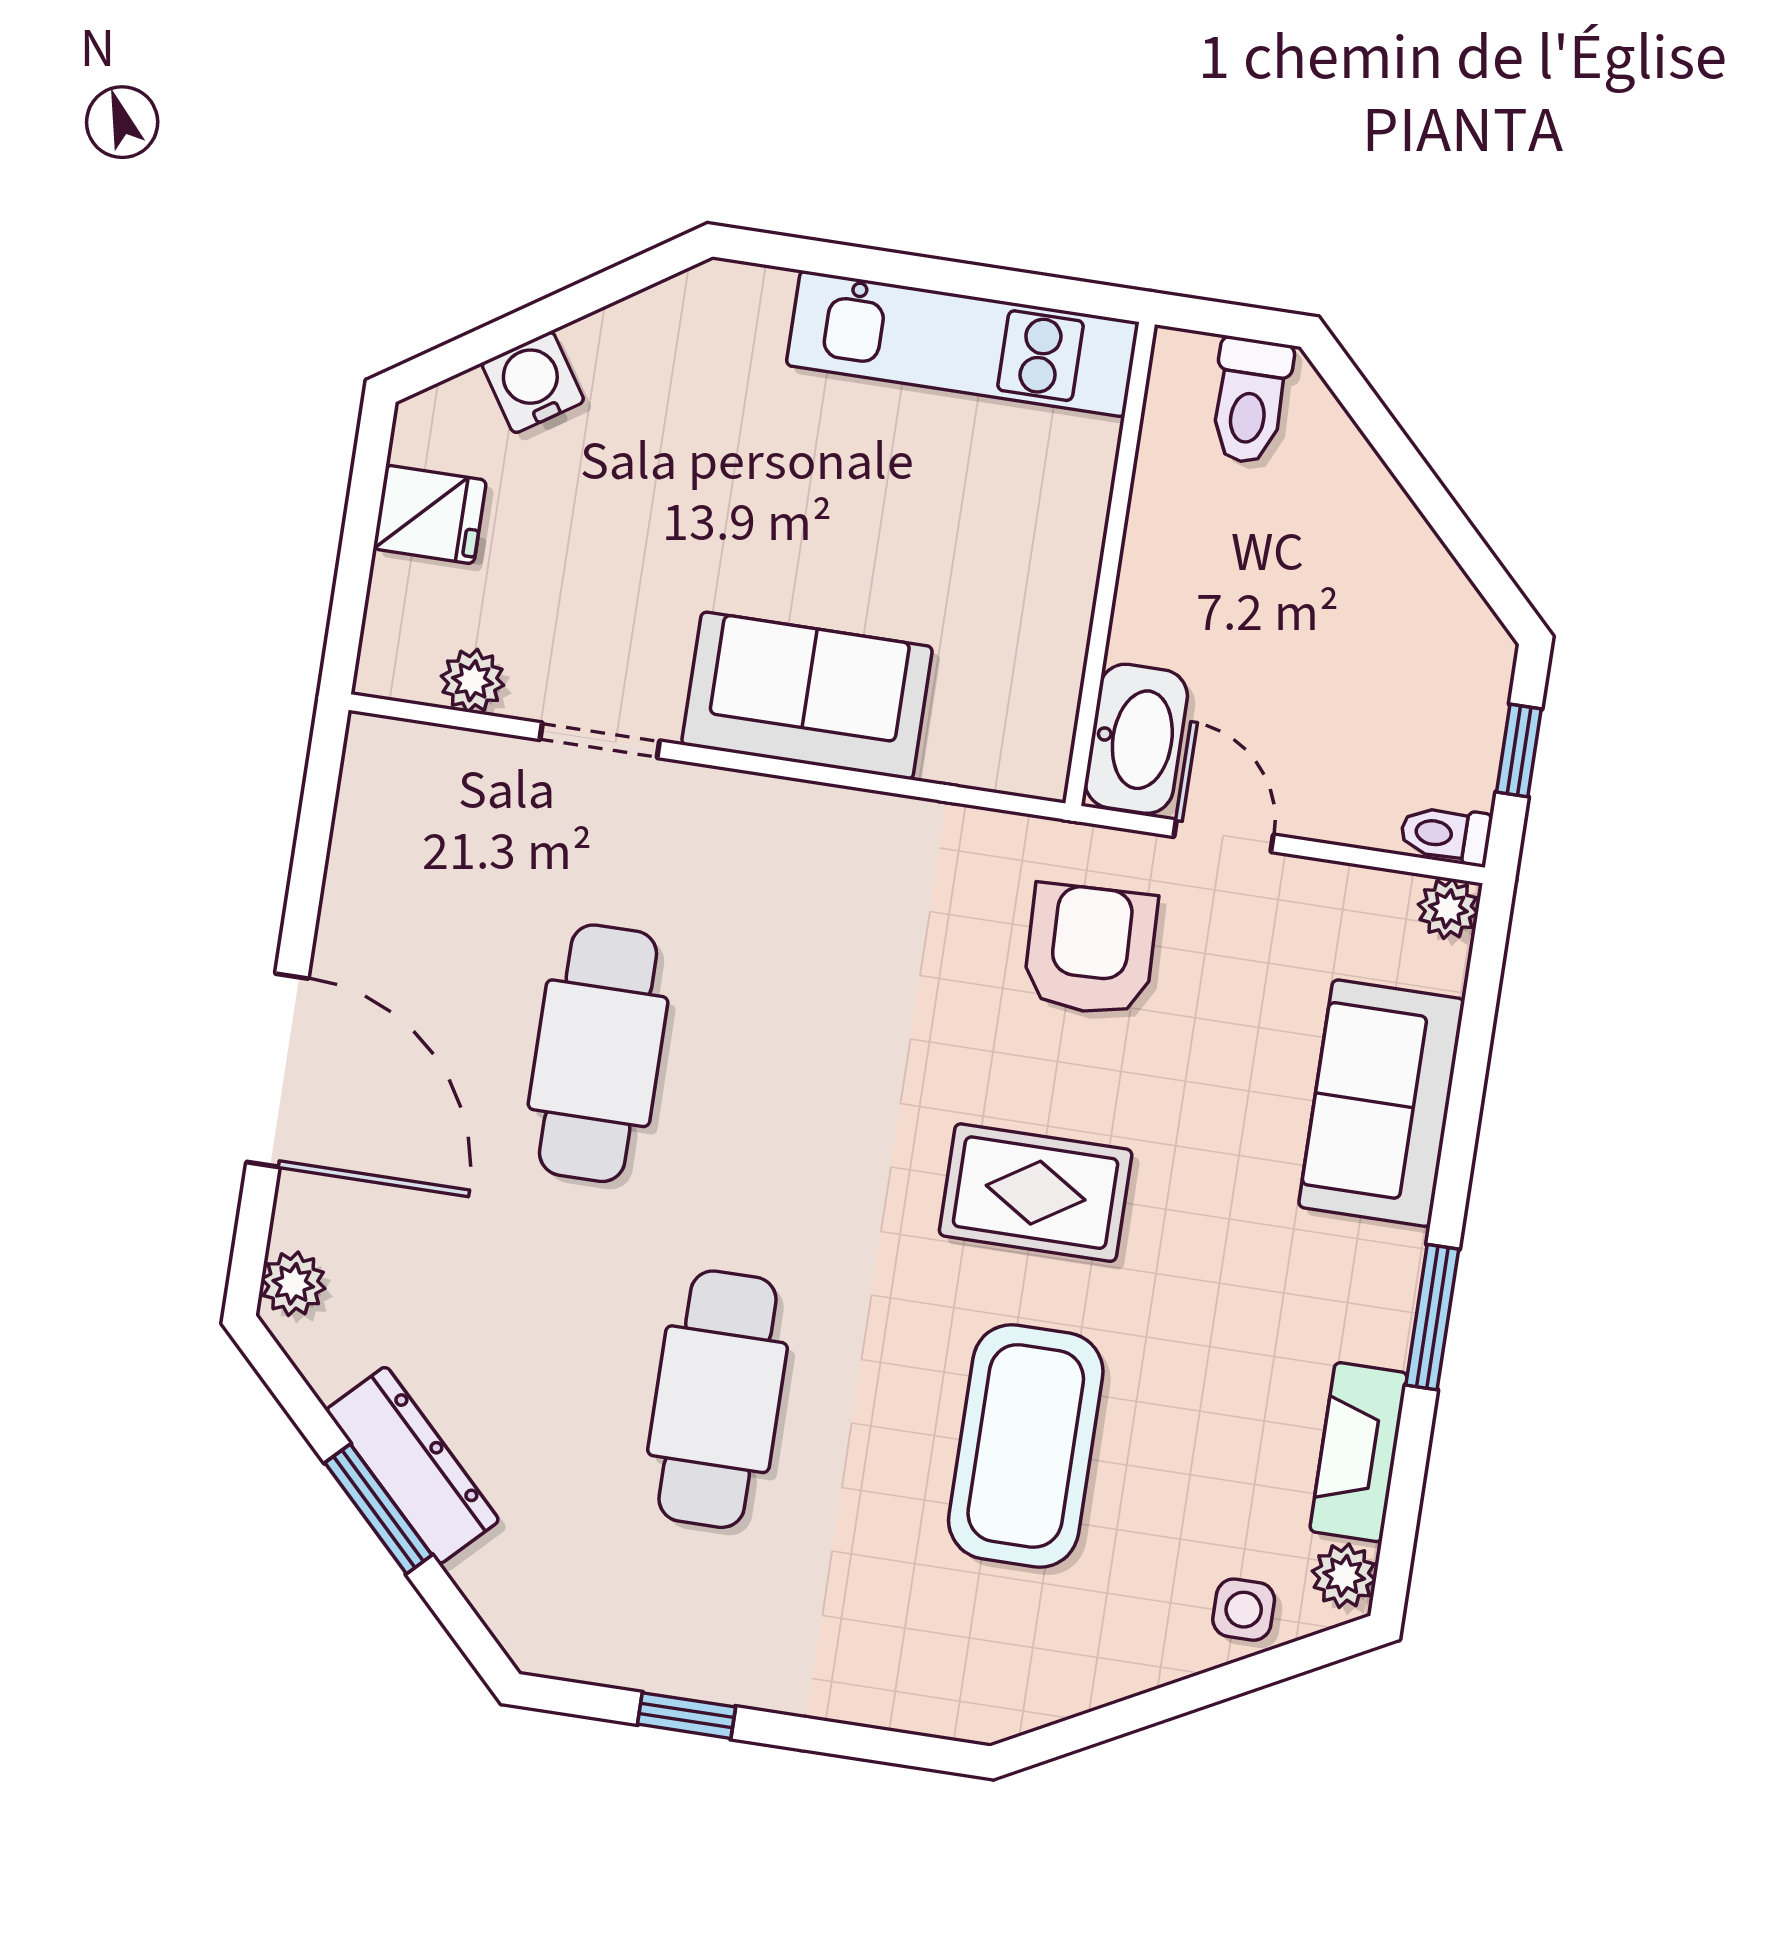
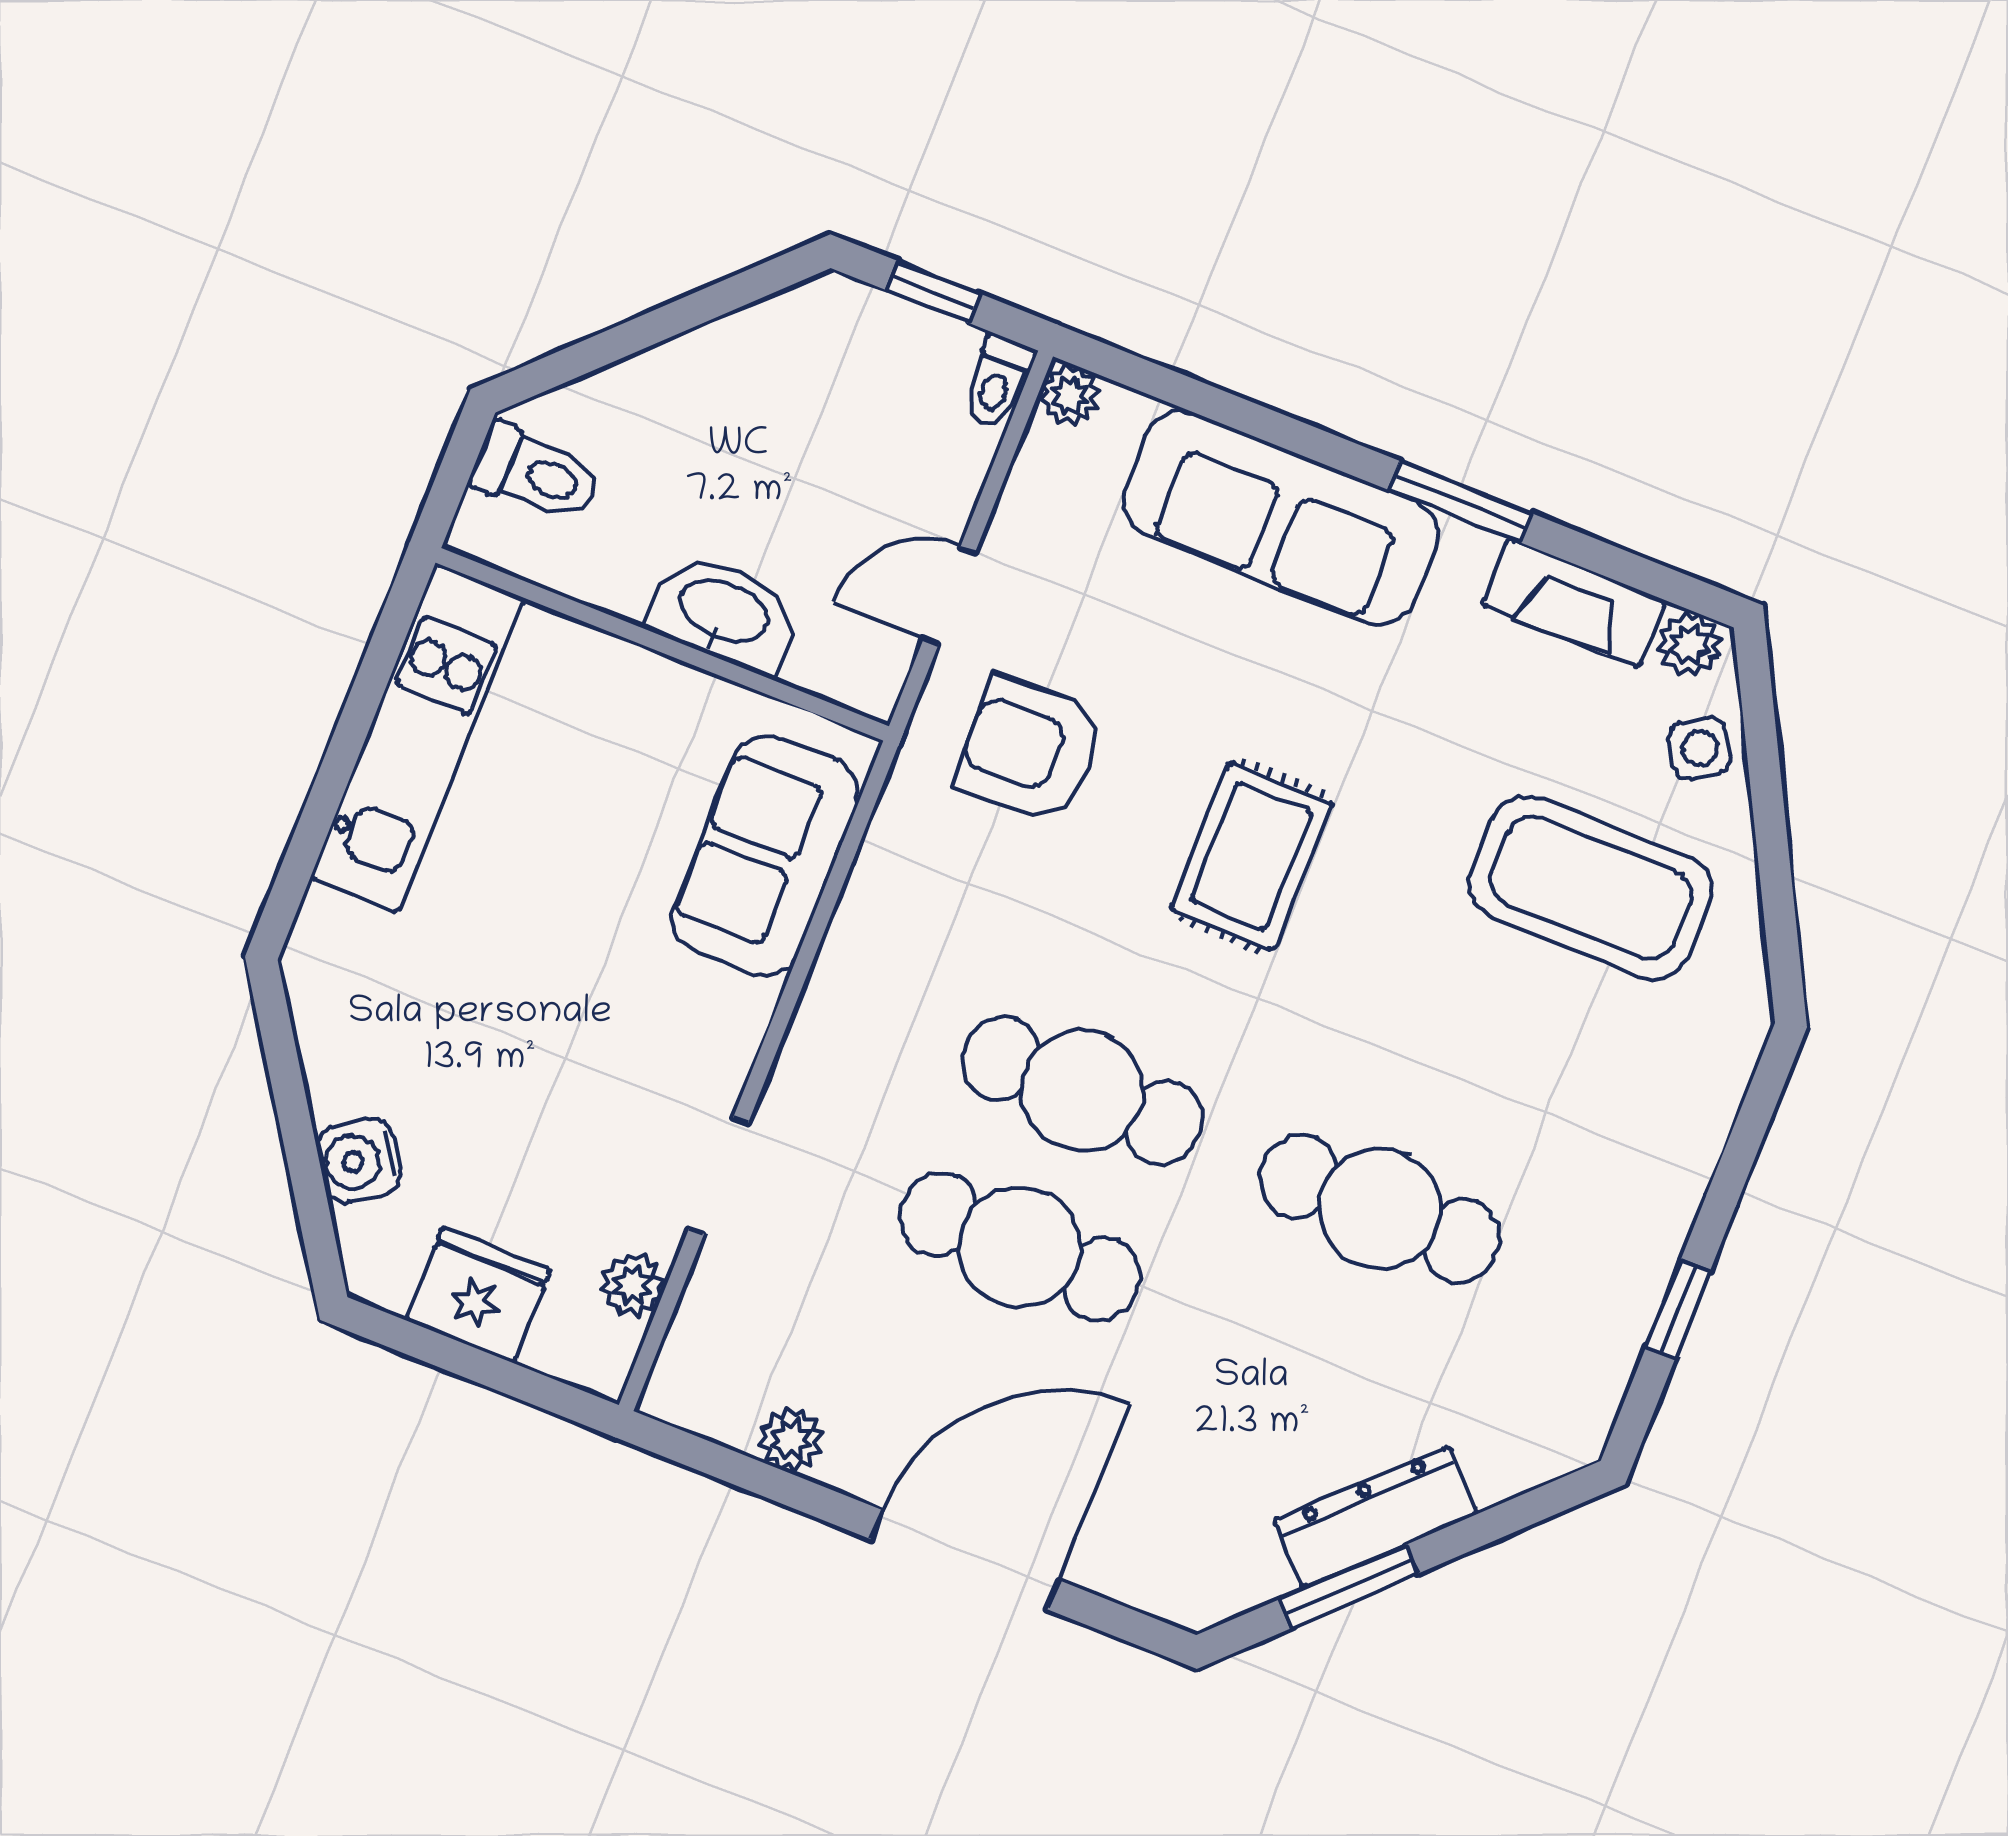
fridge: (430, 514) -> (478, 1295), width x1.38
sofa: (807, 696) -> (765, 856), moved
washbasin: (1136, 739) -> (723, 613), moved
cafe table: (766, 1079) -> (1082, 1090), added
sofa: (1382, 1103) -> (1281, 518), width x1.36
plant: (293, 1284) -> (791, 1439), moved
coffee table: (1026, 1446) -> (1591, 887), moved
window: (378, 1509) -> (1349, 1586), moved
side table: (1244, 1610) -> (1700, 748), turned -33

